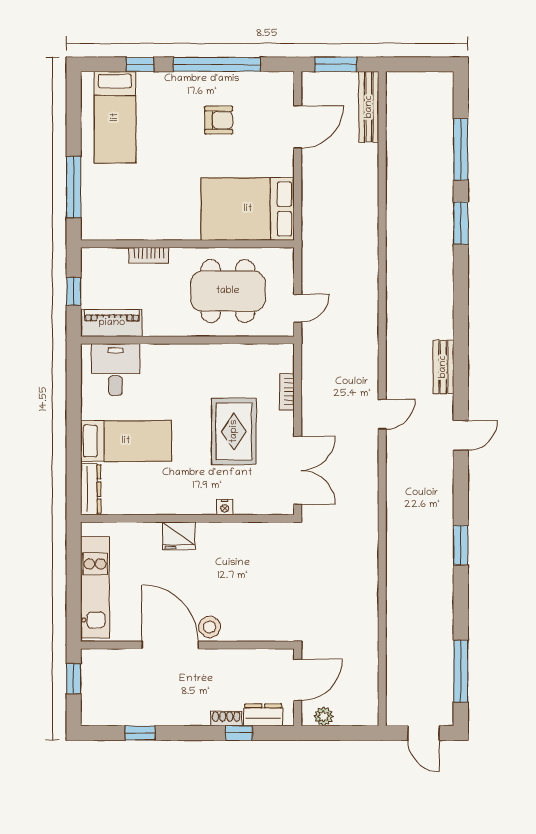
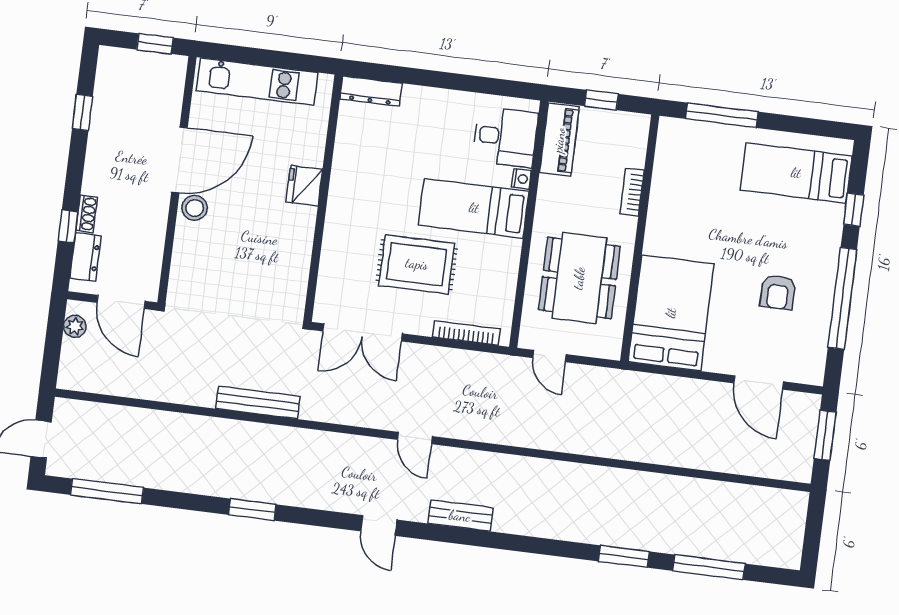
bench: (369, 107) -> (258, 402), moved
bookcase: (287, 392) -> (466, 333), width x1.56
bed: (126, 441) -> (474, 208), moved, turned 90
nightstand: (225, 507) -> (521, 179), moved, turned 180

